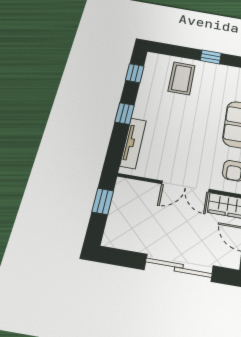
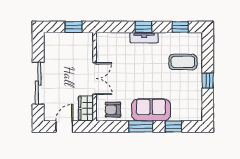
tv unit: (133, 143) -> (144, 38), moved, width x0.71
double door: (185, 187) -> (95, 79), swing flipped

